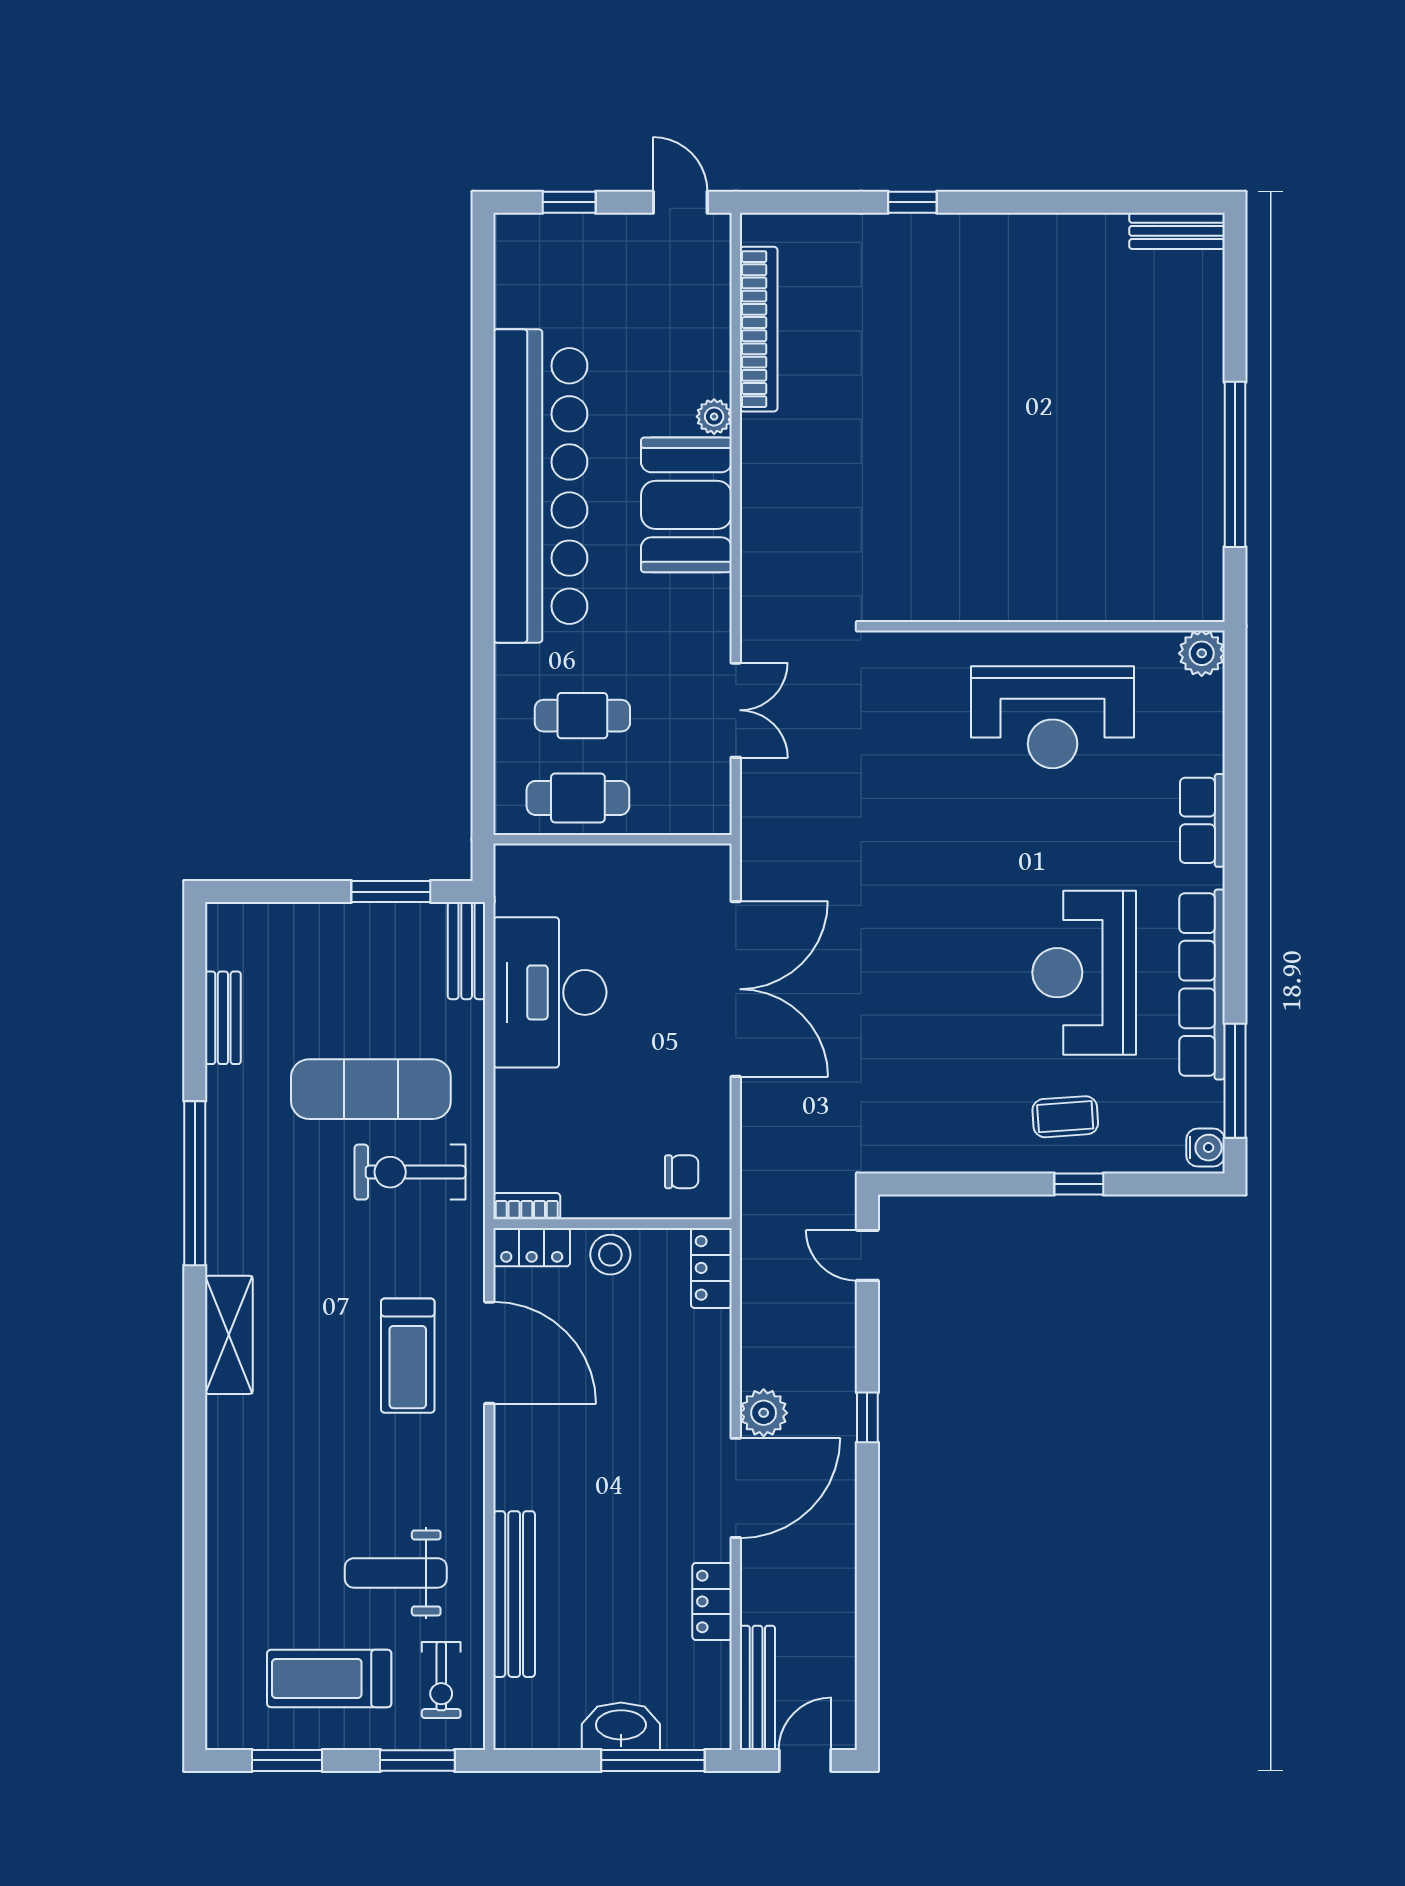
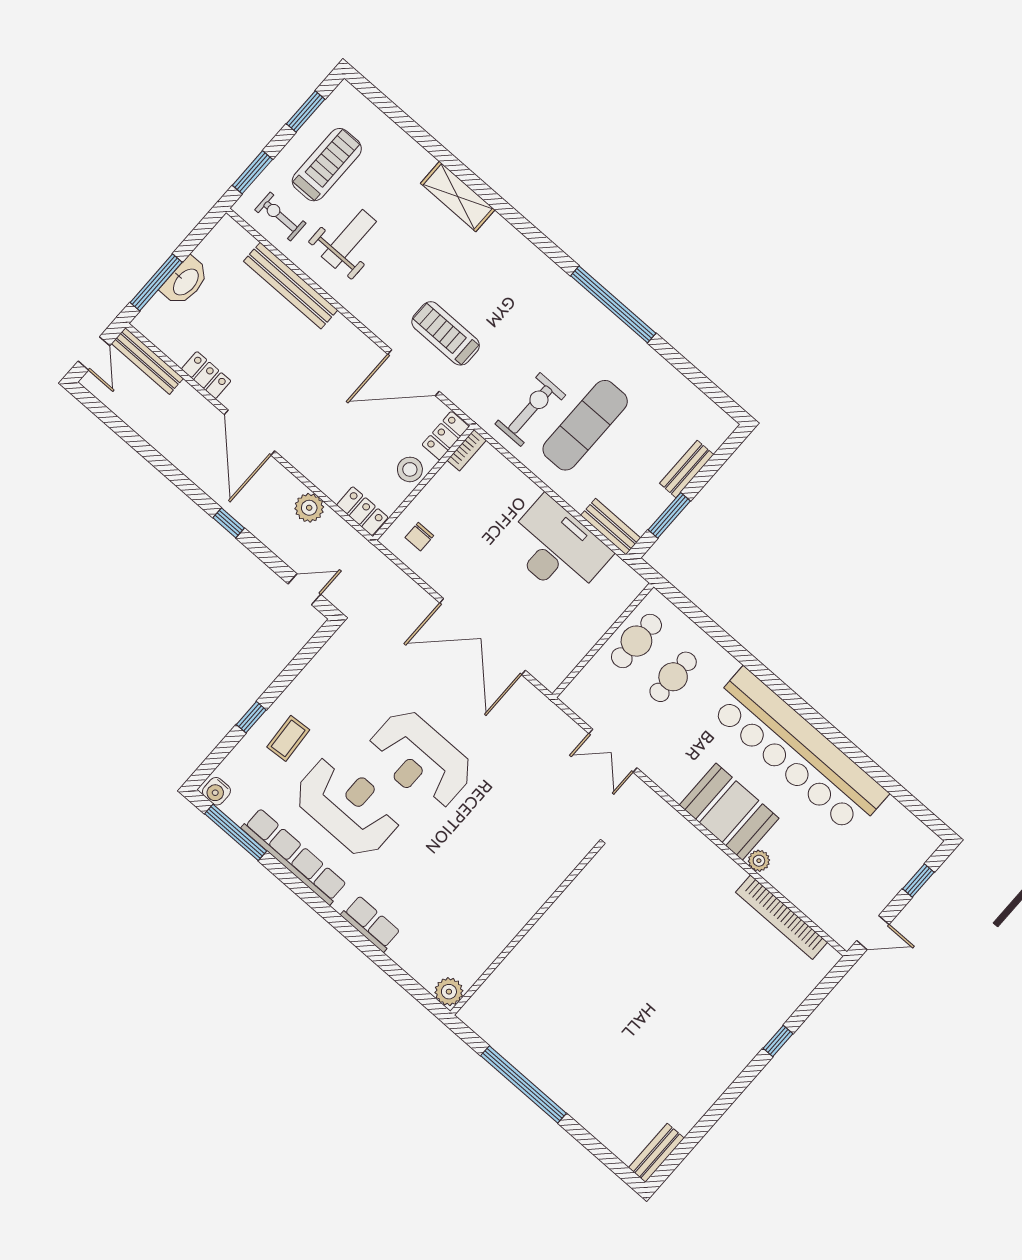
reception desk: (1053, 717) -> (420, 760), moved, turned -90
bench: (223, 1018) -> (687, 469), moved, turned 90
shelving: (229, 1335) -> (458, 197), moved
plant: (764, 1413) -> (309, 508), moved

